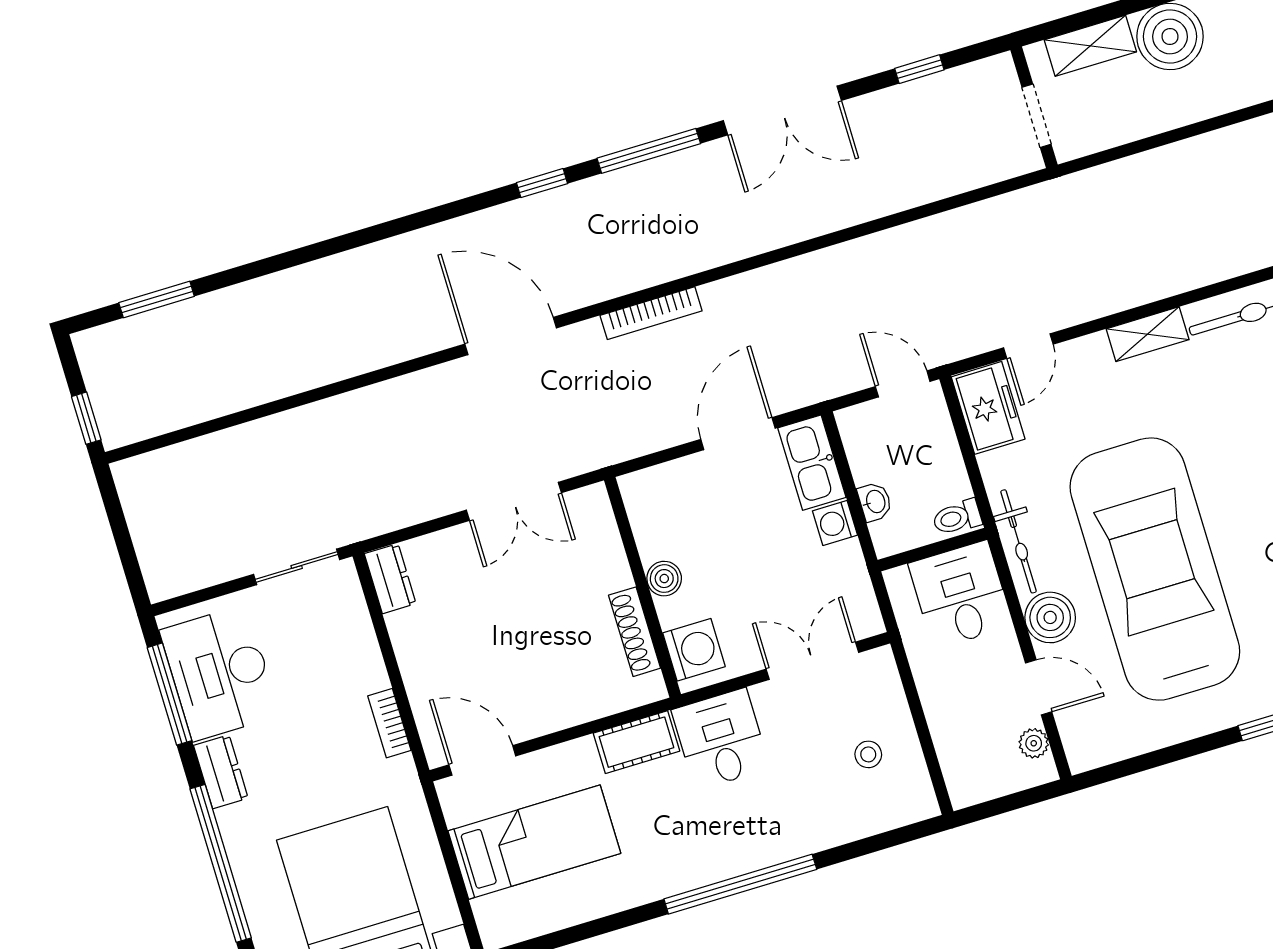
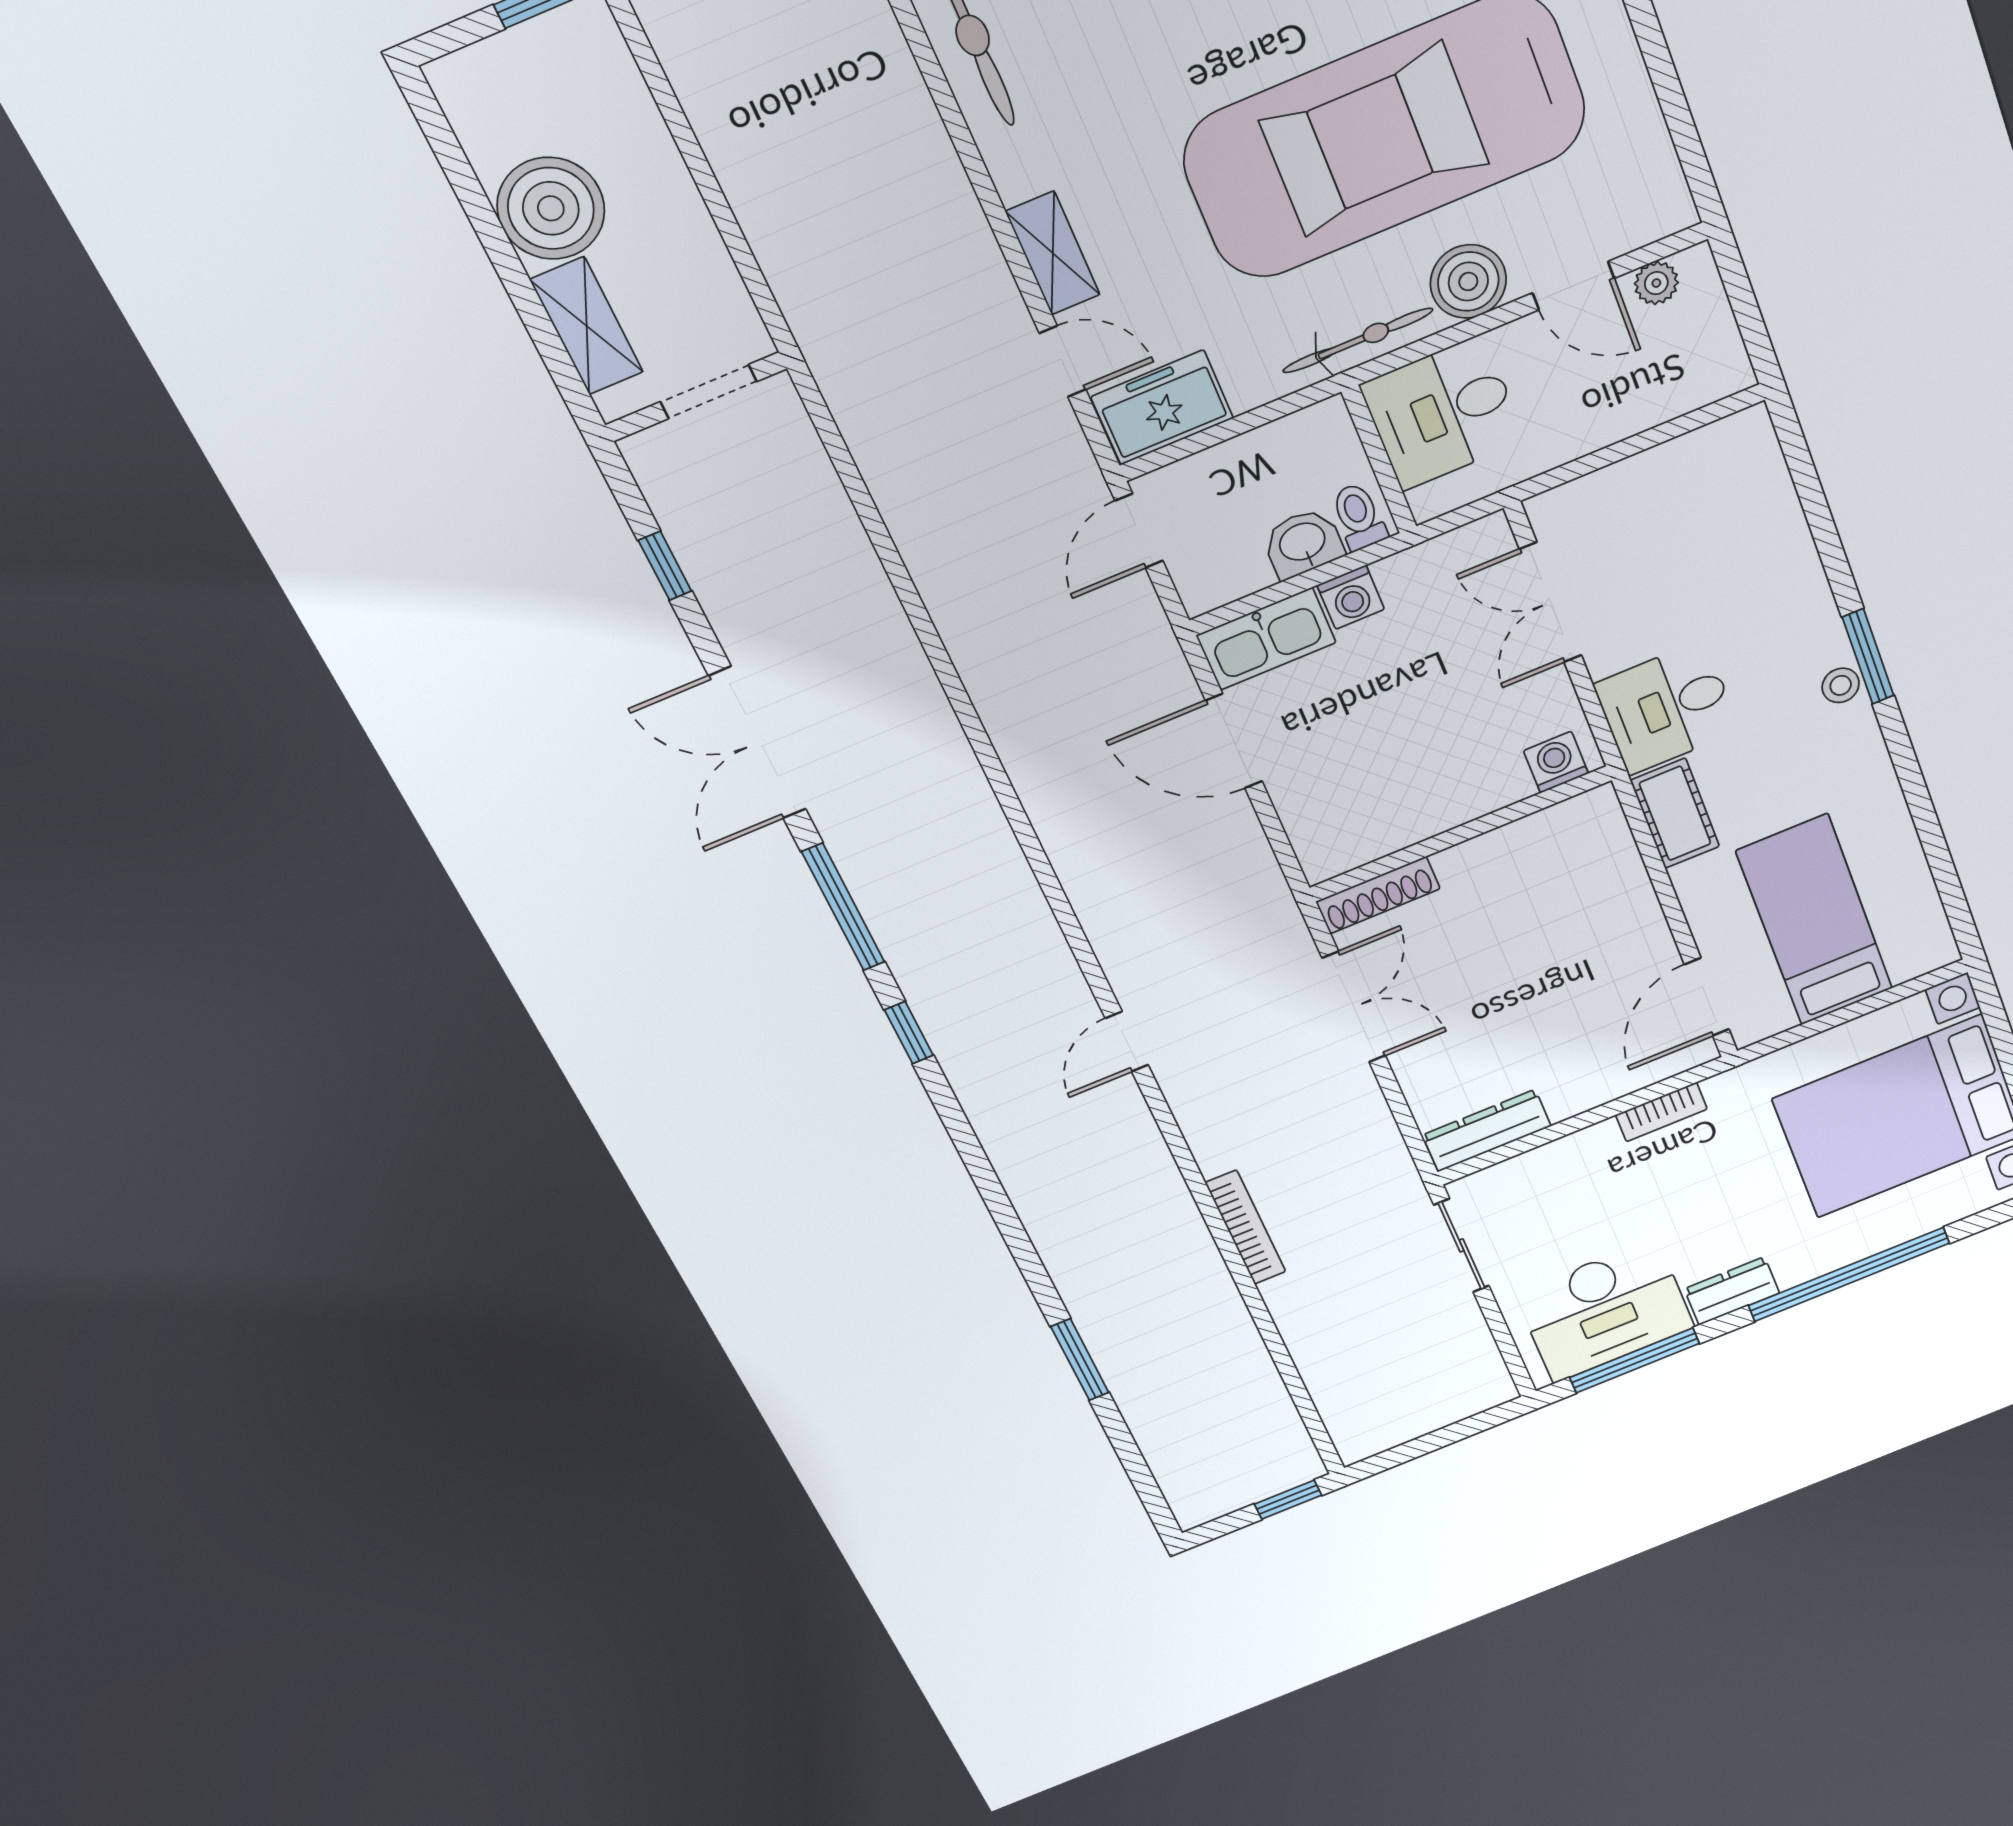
double door: (782, 111) -> (758, 743), swing flipped
window: (157, 299) -> (1080, 1360), moved
bookcase: (651, 313) -> (1246, 1227), moved
shelving: (1148, 334) -> (1053, 253), moved
door: (511, 336) -> (1127, 1042), width x0.53
washbasin: (875, 502) -> (1303, 543), width x1.38, depth x1.45
toilet: (957, 517) -> (1359, 517), moved, turned 180
dresser: (390, 579) -> (1487, 1131), width x1.44
boiler: (664, 579) -> (1446, 808), removed
shoe rack: (635, 632) -> (1378, 895), moved
washing machine: (694, 650) -> (1556, 762), width x0.73, depth x0.73
door: (1039, 687) -> (1573, 286), swing flipped
stool: (868, 754) -> (1841, 685), moved
window: (740, 884) -> (1868, 656), width x0.47

